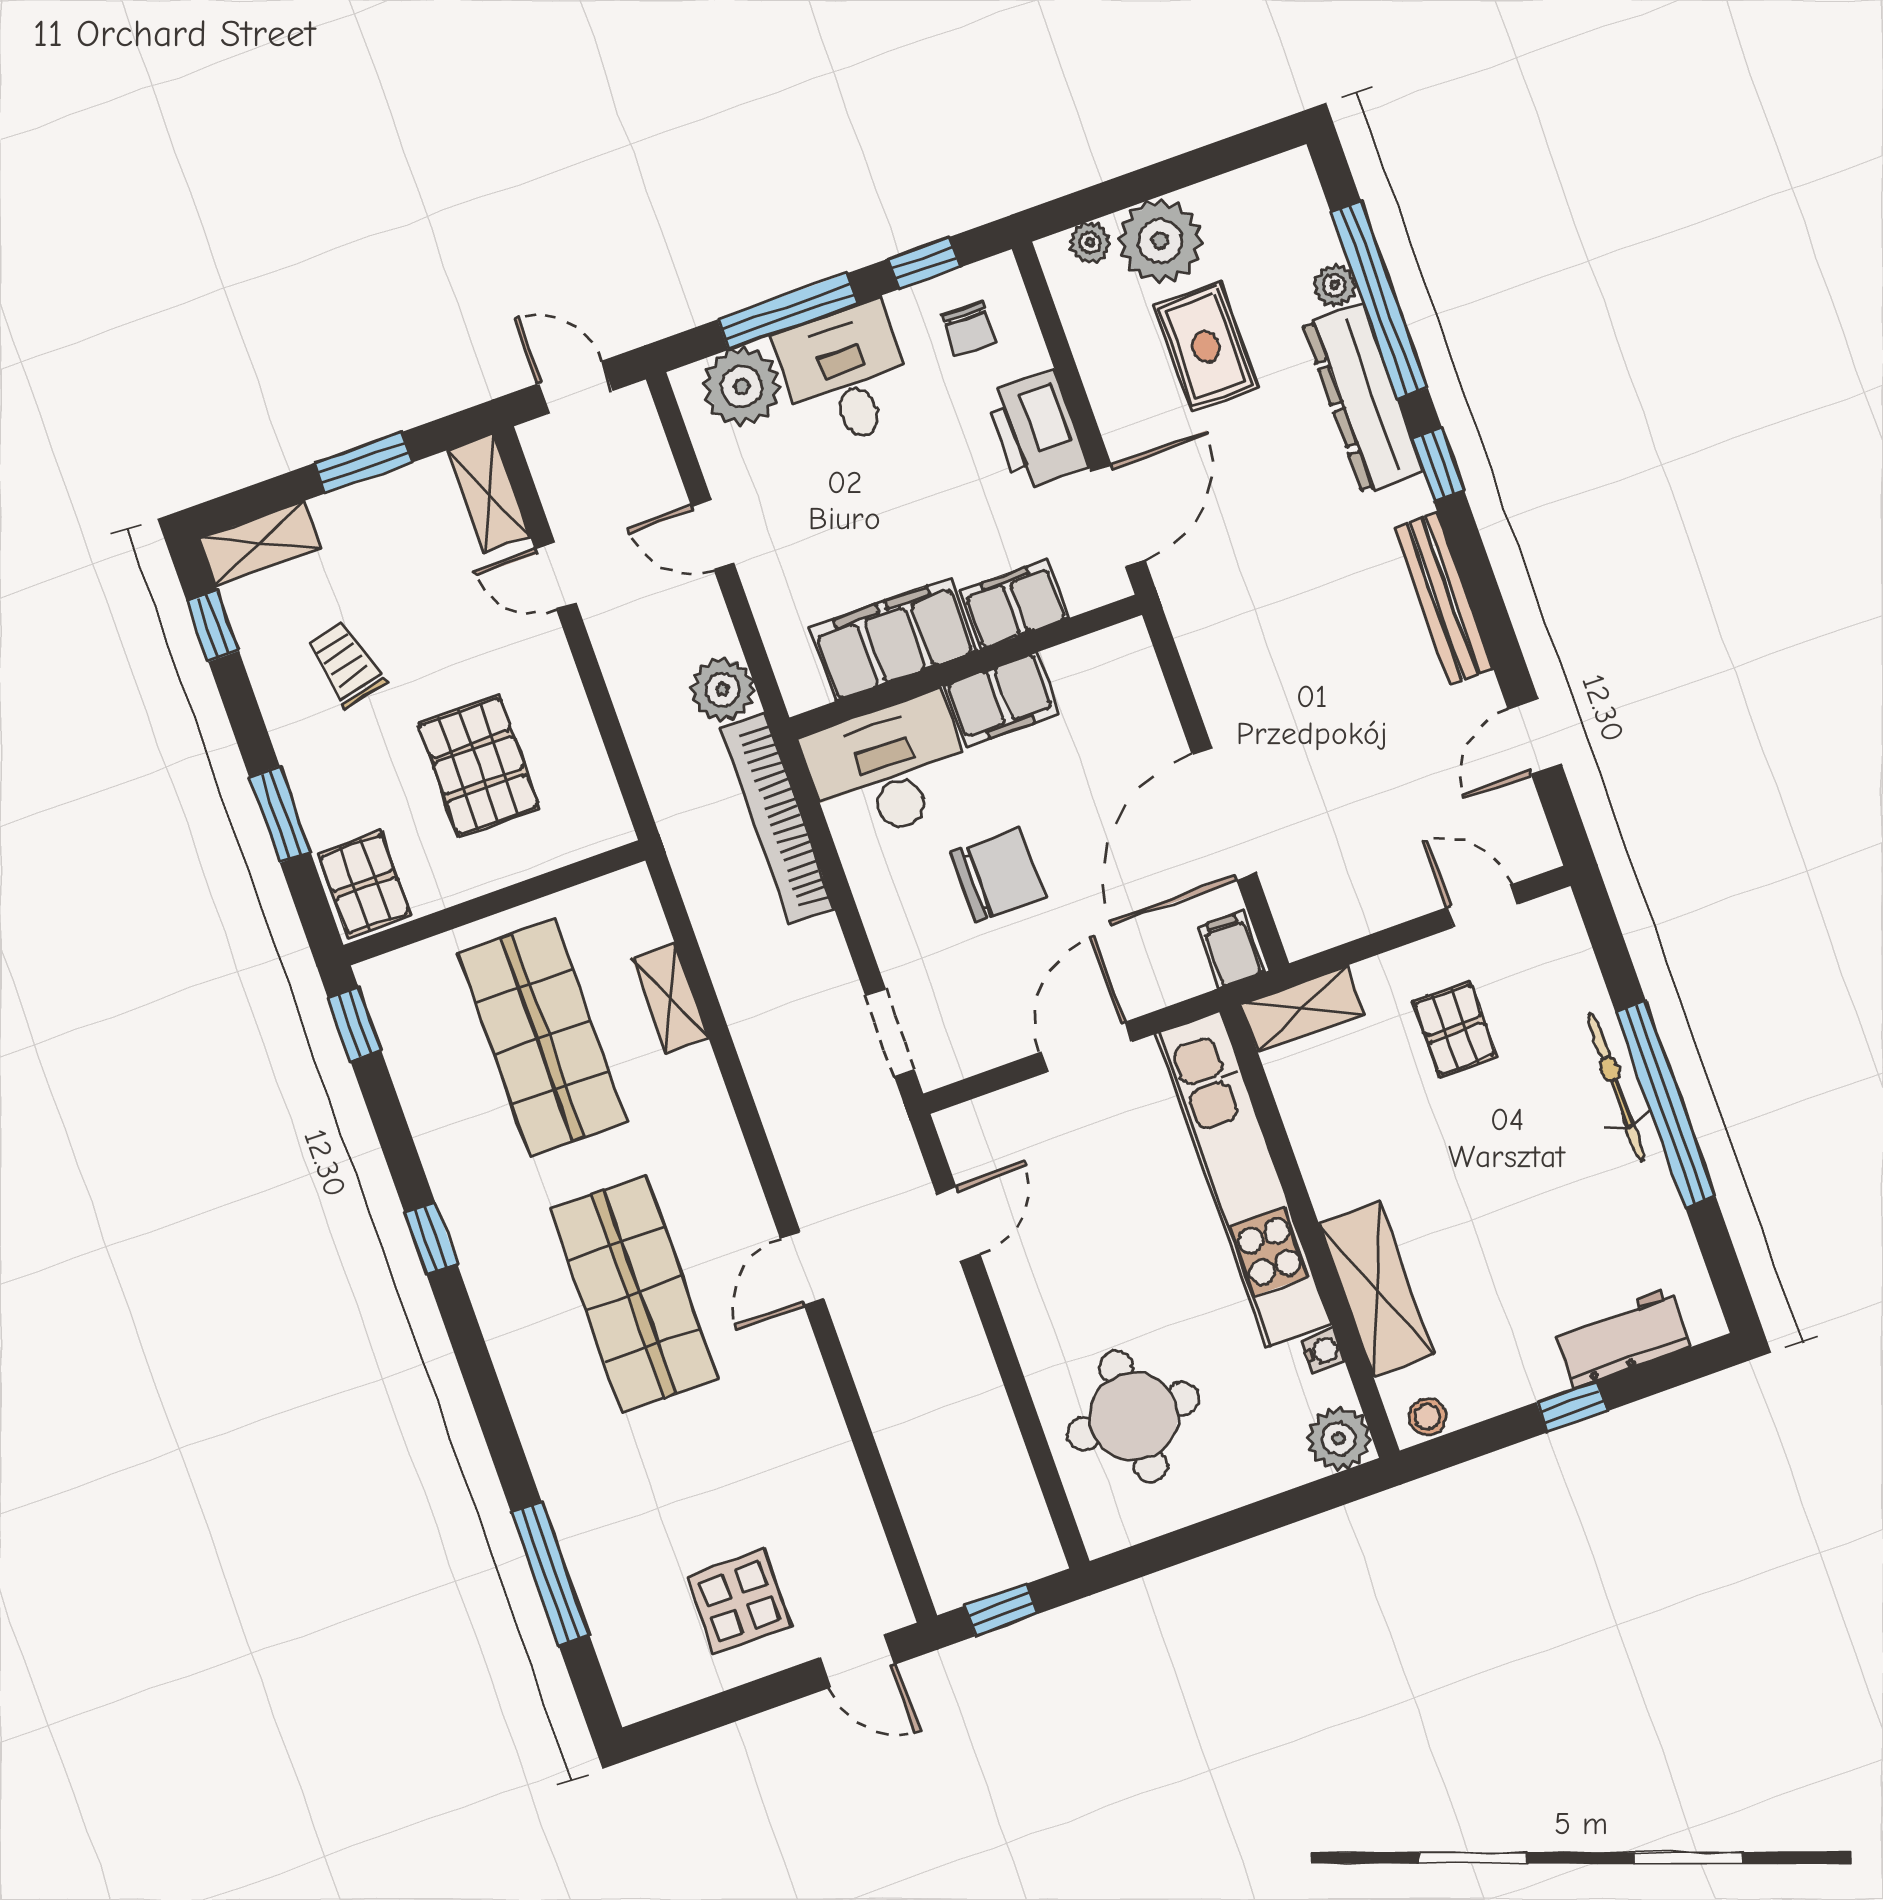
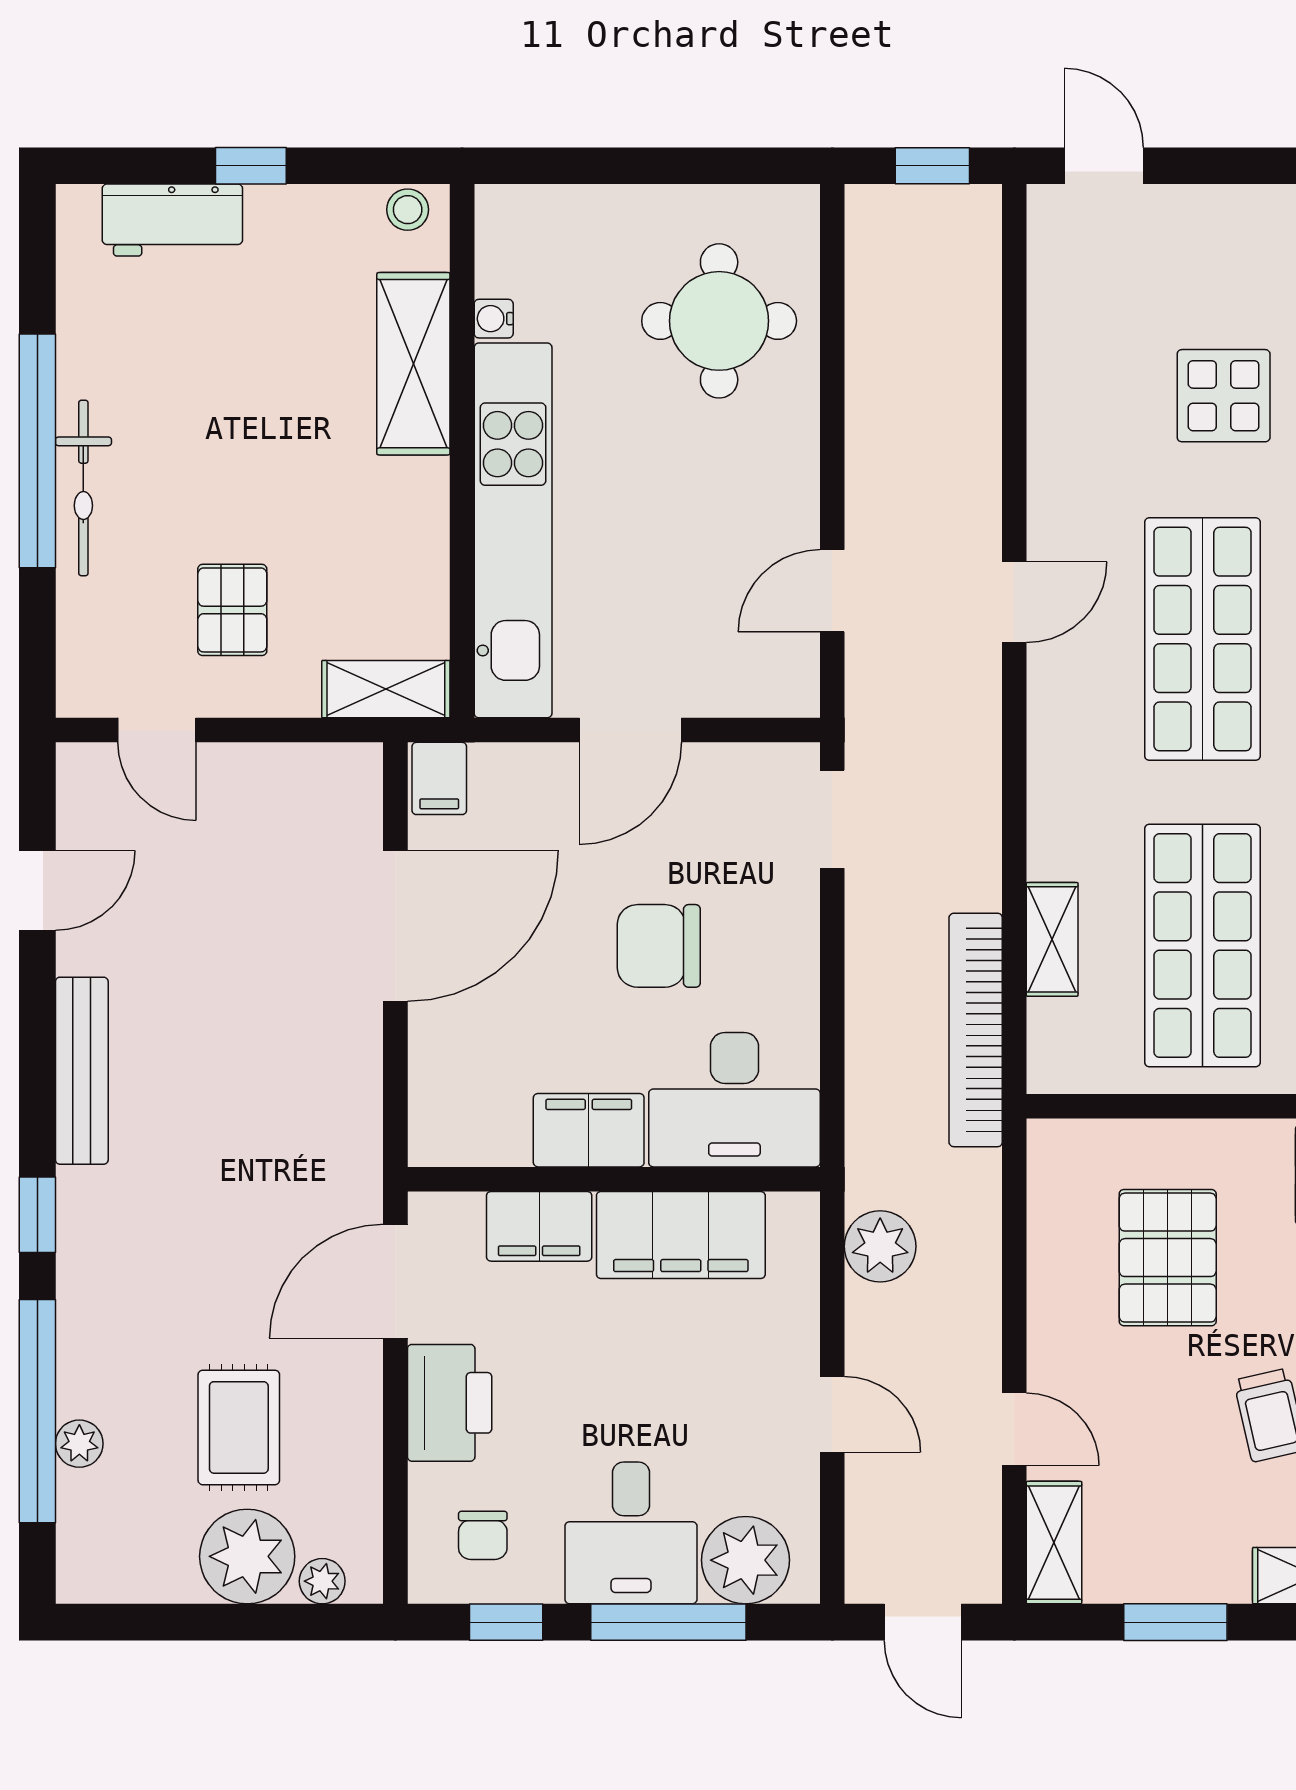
chair: (969, 329) -> (483, 1535), turned 180
dresser: (1363, 398) -> (92, 1314), removed
bookcase: (777, 818) -> (976, 1030), moved, turned 180
plant: (1339, 1439) -> (510, 220), removed
display table: (739, 1601) -> (1224, 396), moved

